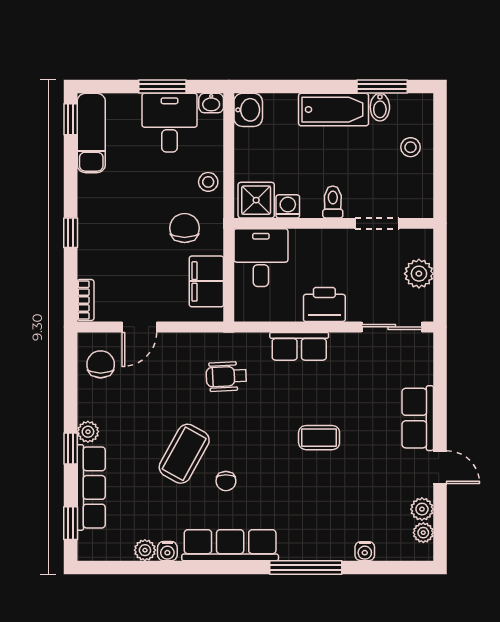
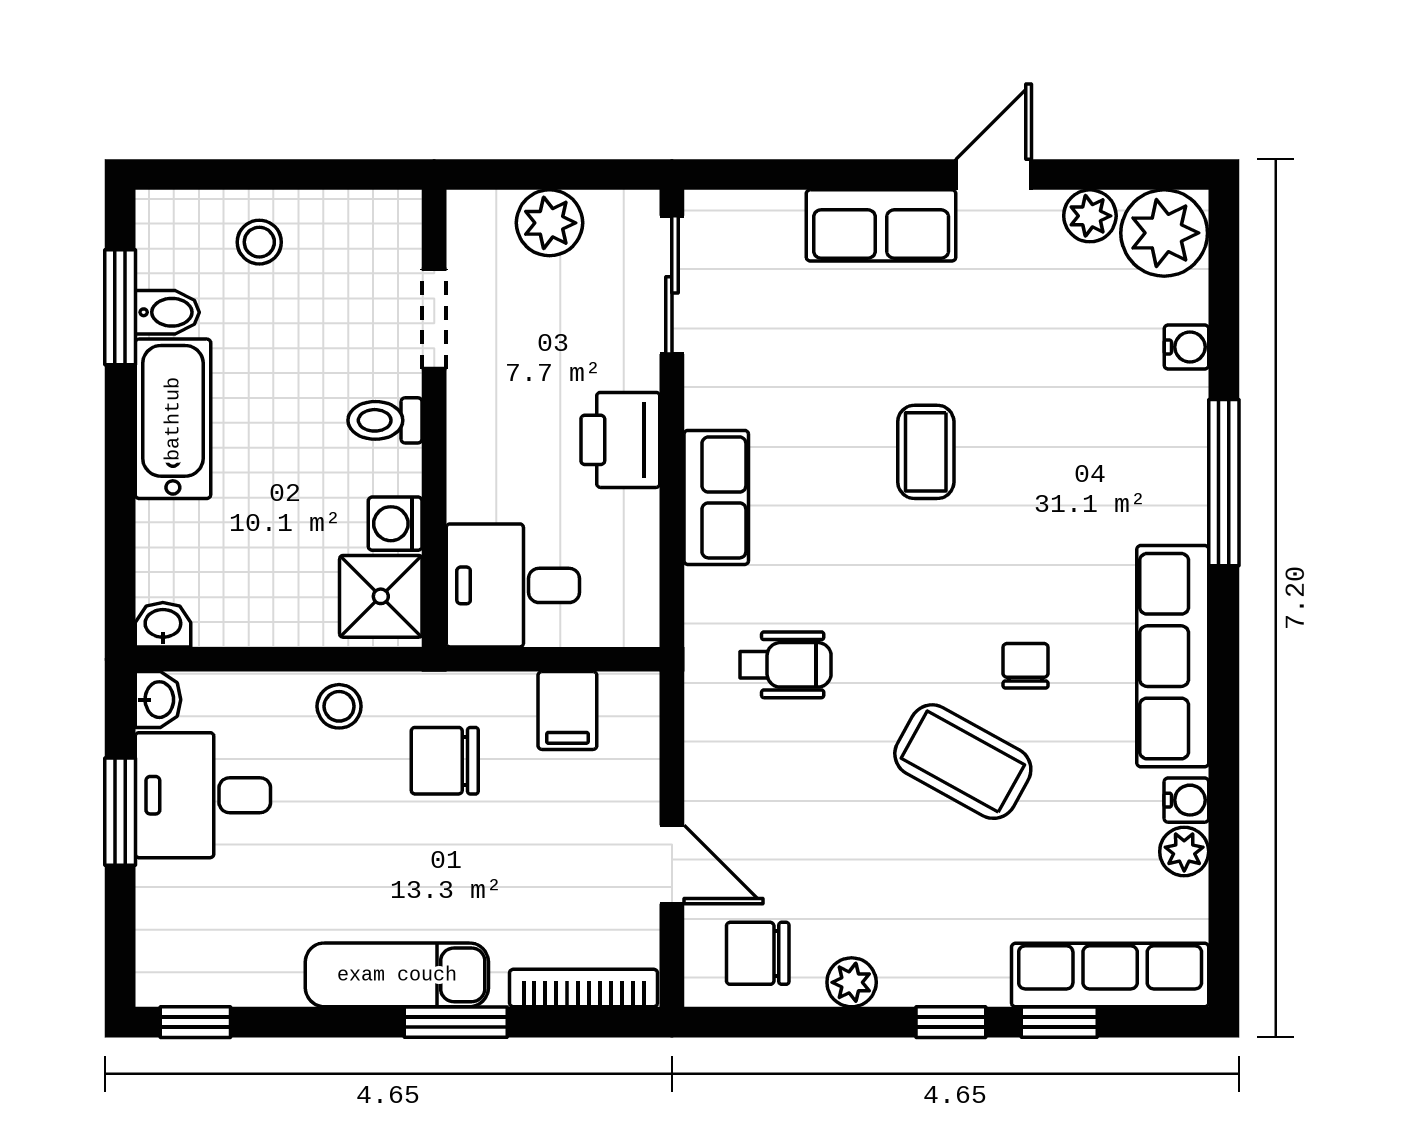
washbasin: (248, 110) -> (163, 625), width x0.72, depth x0.69
exam couch: (91, 133) -> (397, 975), moved
window: (71, 233) -> (456, 1022), width x1.50
filing cabinet: (206, 281) -> (567, 711), width x0.50
bookcase: (86, 300) -> (584, 988), width x1.56
wheelchair: (226, 376) -> (785, 665), turned -87
plant: (88, 432) -> (852, 982), moved
chair: (226, 481) -> (1026, 666), turned -90
row of seats: (91, 487) -> (1110, 975), moved
window: (71, 523) -> (1059, 1022), moved
plant: (423, 533) -> (1164, 233), width x1.87, depth x1.87

